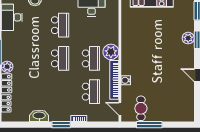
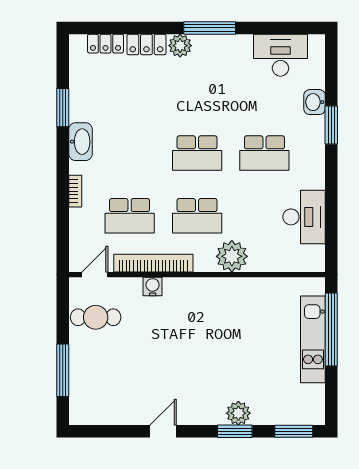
plant: (111, 52) -> (232, 256), moved
washbasin: (39, 116) -> (80, 142), moved
window: (61, 125) -> (63, 108), moved
window: (149, 125) -> (63, 370), moved

